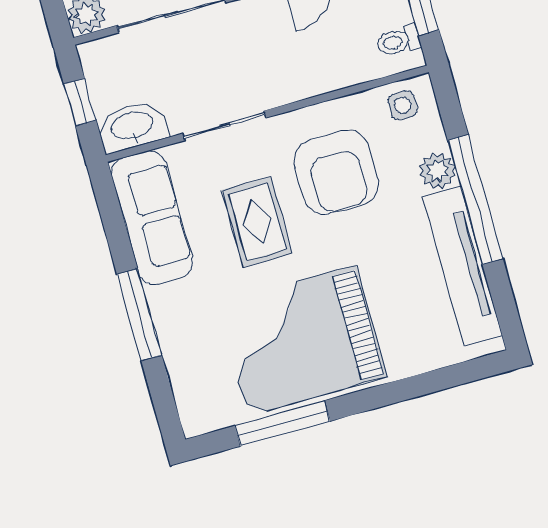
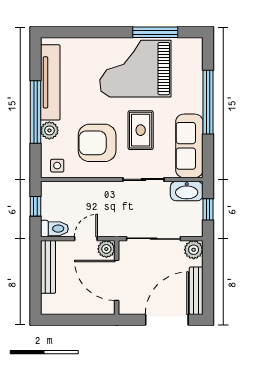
toilet: (399, 41) -> (51, 196), removed
armchair: (336, 172) -> (97, 143), turned -90
window: (139, 314) -> (208, 102), width x1.46
grand piano: (302, 341) -> (135, 69), turned 180

